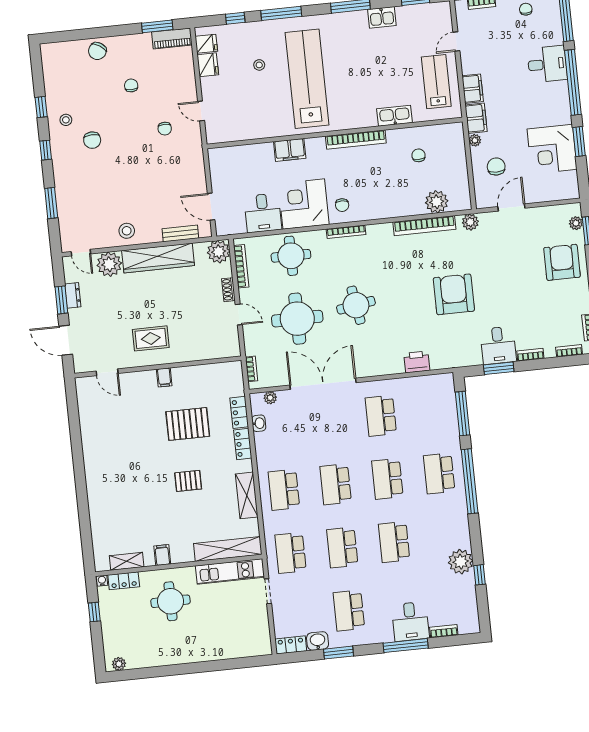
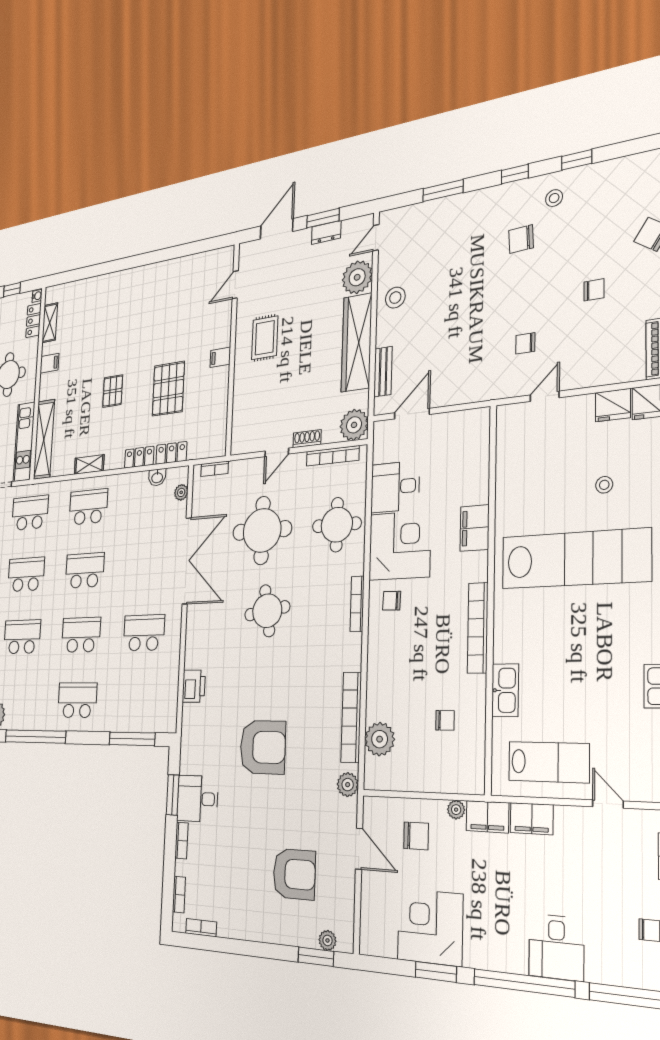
armchair: (562, 262) -> (294, 874), moved
window: (470, 481) -> (35, 737), moved
shelving: (247, 495) -> (89, 464), width x0.67, depth x0.75

